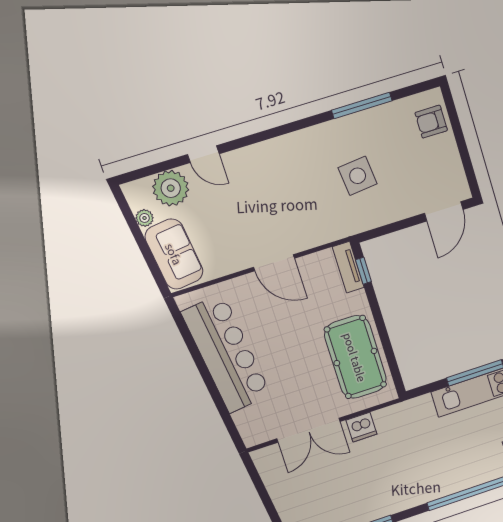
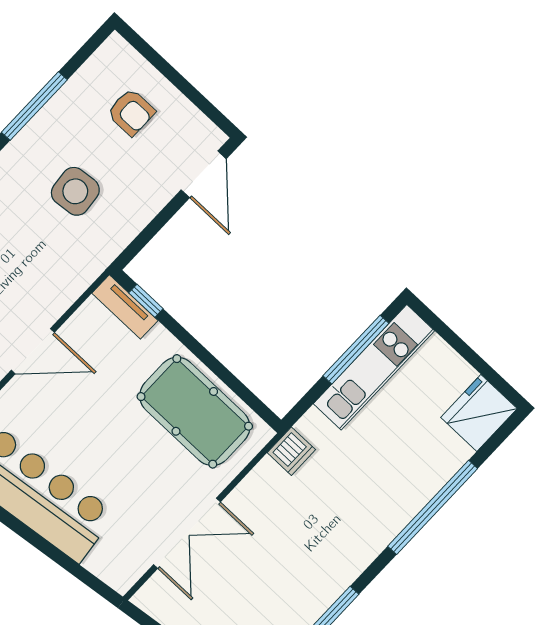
armchair: (431, 122) -> (131, 112), moved, turned -90
dishwasher: (361, 427) -> (291, 451), moved

